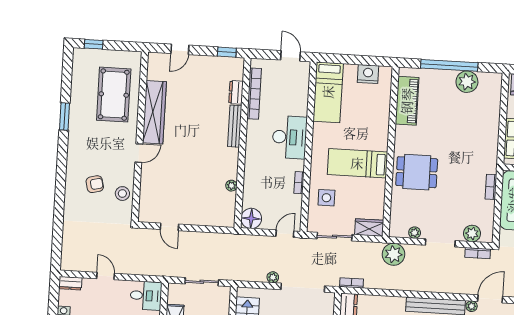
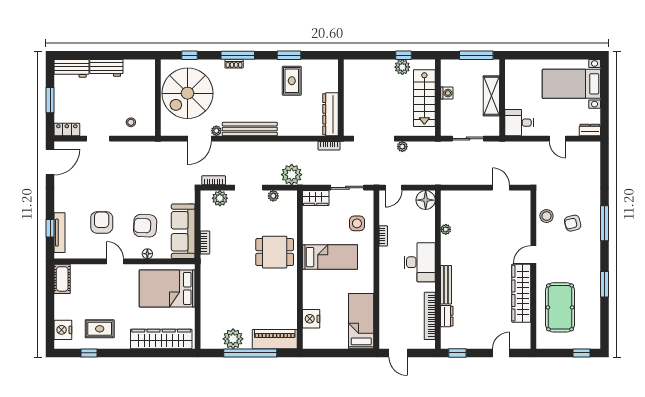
nightstand: (368, 74) -> (311, 319), moved, turned 90
piano: (407, 101) -> (275, 339), moved, turned 90
desk: (289, 137) -> (420, 262), moved, turned 180
window: (61, 182) -> (604, 223), added

